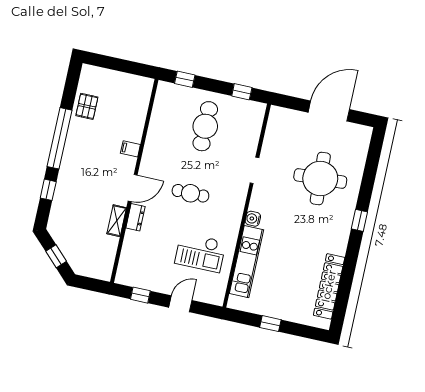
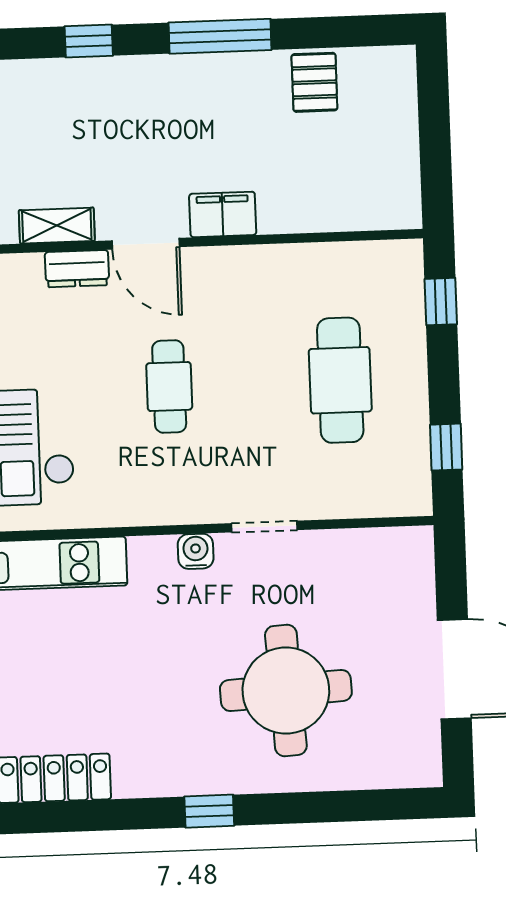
pallet: (87, 106) -> (314, 82), turned 90
cafe table: (205, 126) -> (340, 380), turned 90
window: (60, 138) -> (220, 36), width x0.68
filing cabinet: (130, 149) -> (223, 214), width x2.00
water cooler: (253, 219) -> (196, 551), moved

